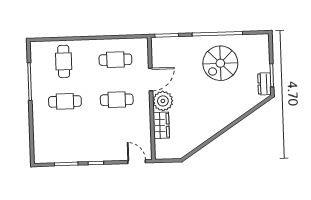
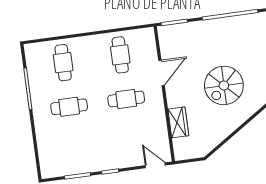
cafe table: (115, 60) -> (120, 55), turned 90
spiral stairs: (220, 63) -> (224, 85), moved
plant: (163, 101) -> (177, 95), removed

